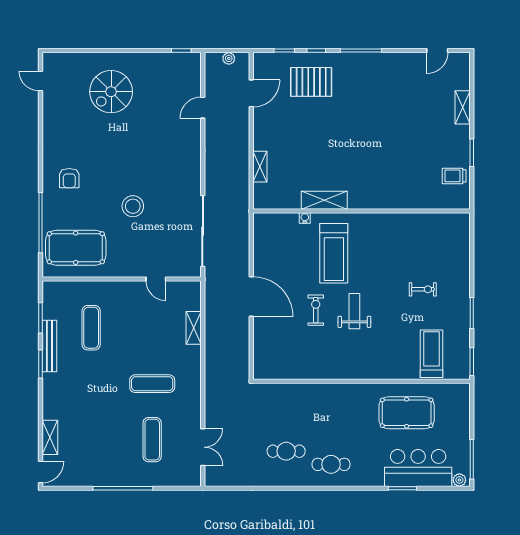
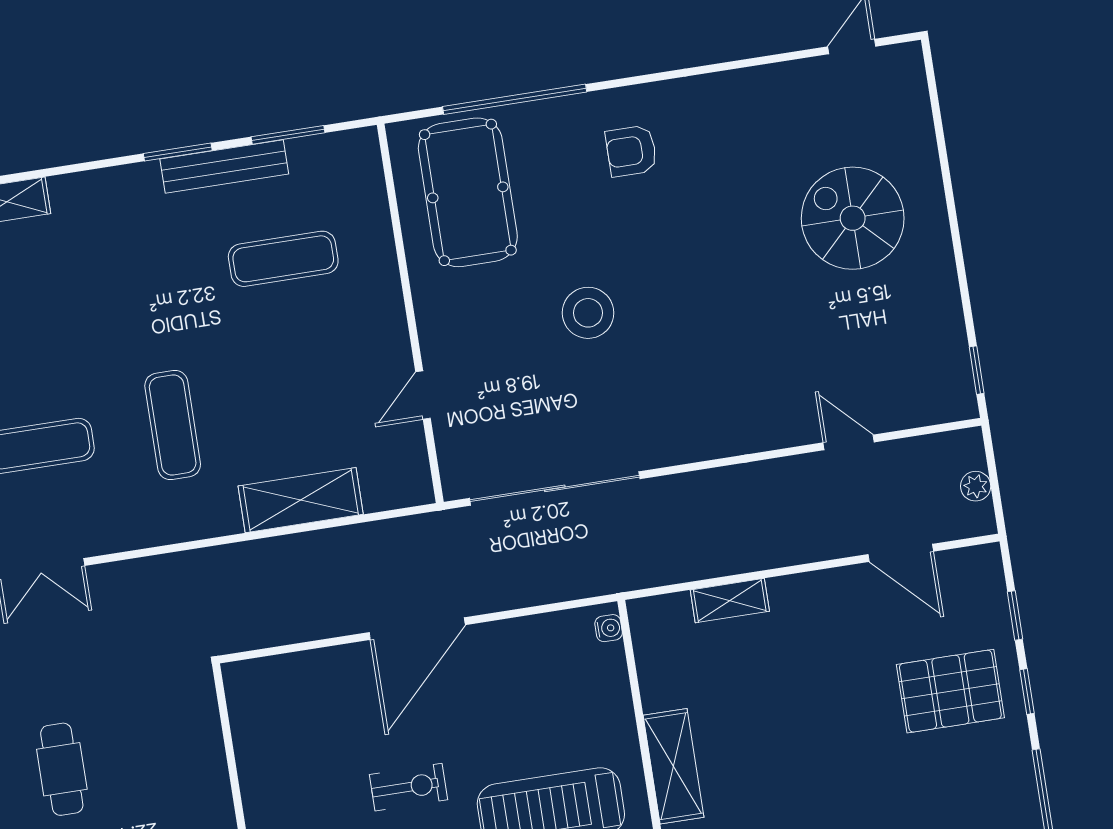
pallet: (311, 82) -> (950, 691), turned 90
water cooler: (305, 218) -> (609, 628), moved
shelving: (194, 328) -> (301, 500), width x1.50, depth x1.33

